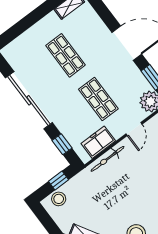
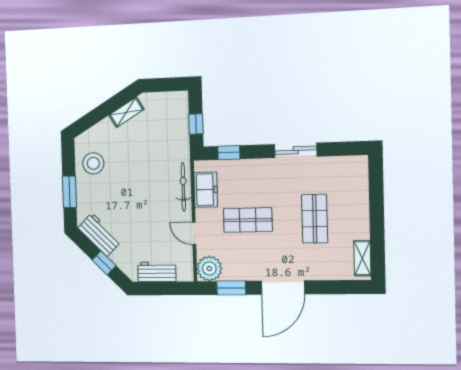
shop shelf: (66, 55) -> (315, 219), turned 90
sliding door: (29, 100) -> (296, 150), width x0.54
stool: (59, 199) -> (178, 112), removed

